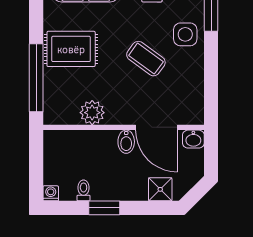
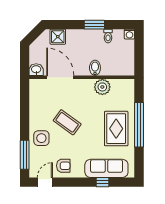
rug: (71, 49) -> (116, 129), turned 90
window: (36, 78) -> (139, 125), moved
bidet: (126, 142) -> (95, 68), moved

